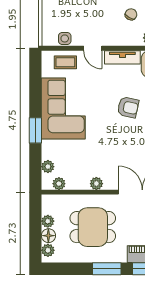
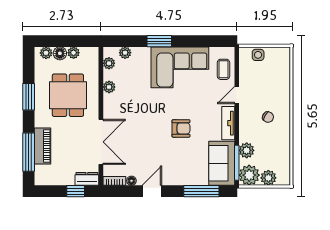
chair: (131, 14) -> (268, 117), moved
side table: (65, 38) -> (258, 55), moved
armchair: (128, 107) -> (181, 128), turned -102
plant: (96, 184) -> (109, 87), moved
window: (107, 269) -> (29, 97), moved

